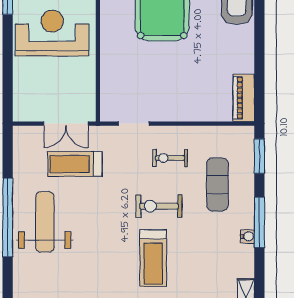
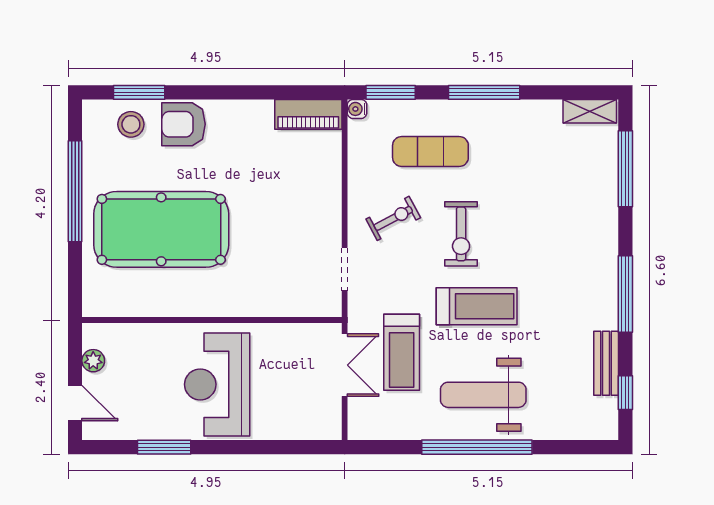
exercise bike: (170, 158) -> (393, 218), turned -118
water cooler: (248, 236) -> (357, 109), moved, turned -90
treadmill: (153, 258) -> (477, 306), moved

